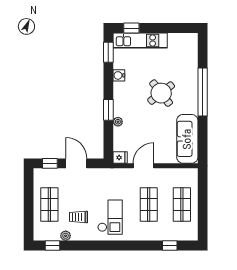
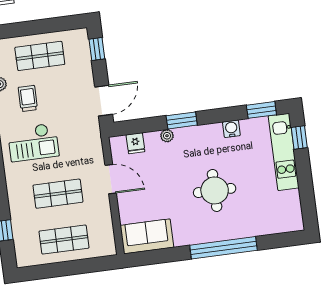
round table: (161, 93) -> (215, 190), turned 38
sofa: (187, 139) -> (147, 236), width x0.73
fridge: (120, 158) -> (135, 143), moved
door: (76, 163) -> (104, 101), moved

